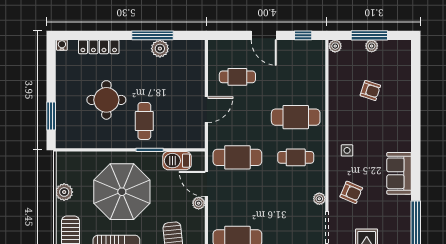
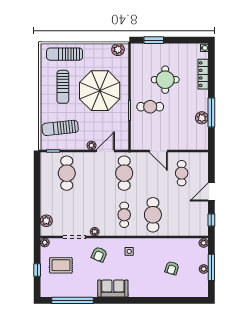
barbecue: (177, 161) -> (122, 130), removed
plant: (64, 192) -> (118, 50), moved

